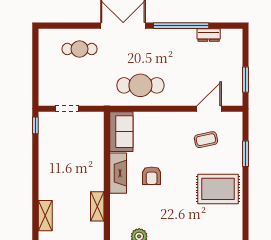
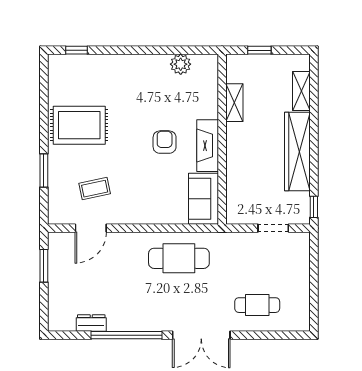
wardrobe: (48, 169) -> (297, 151), added

